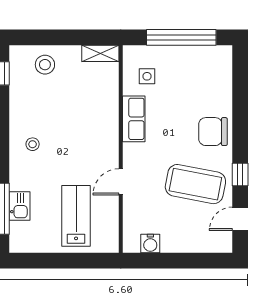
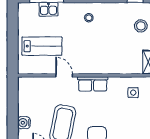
row of seats: (134, 119) -> (93, 84), moved
water cooler: (150, 244) -> (24, 123), moved

